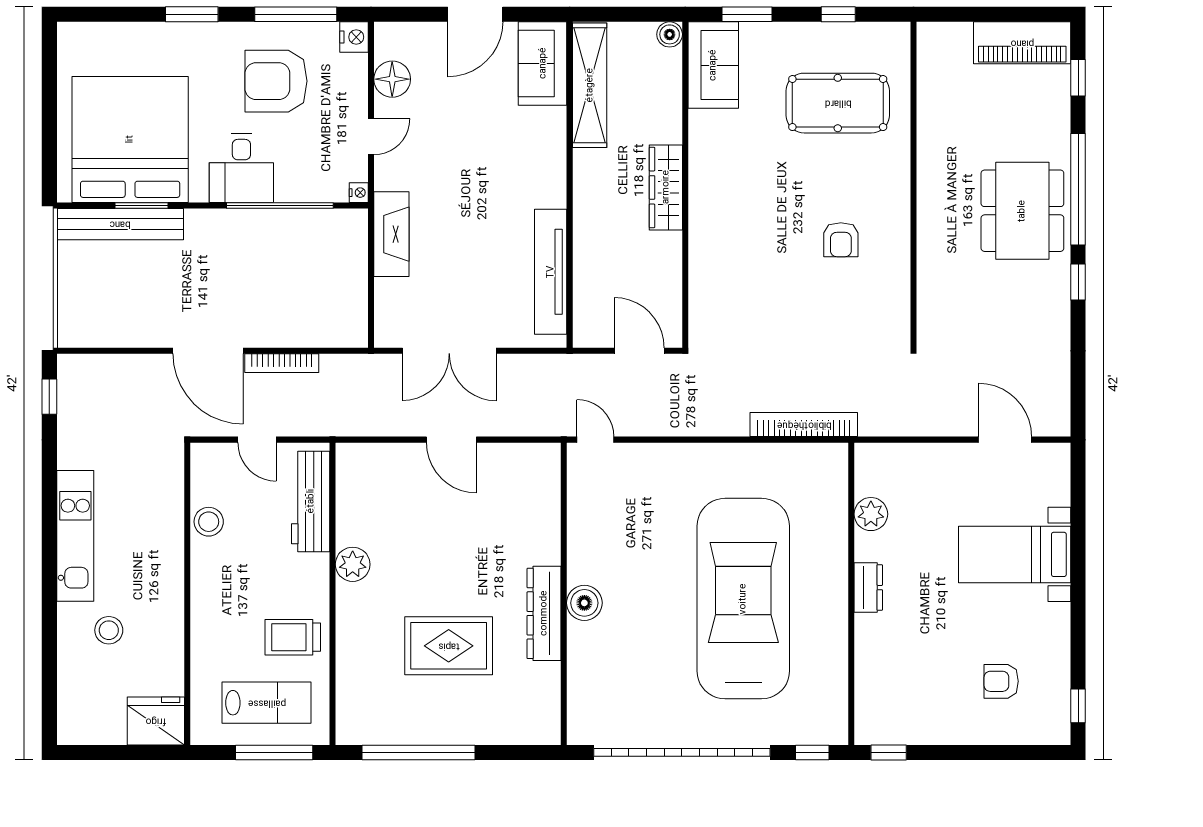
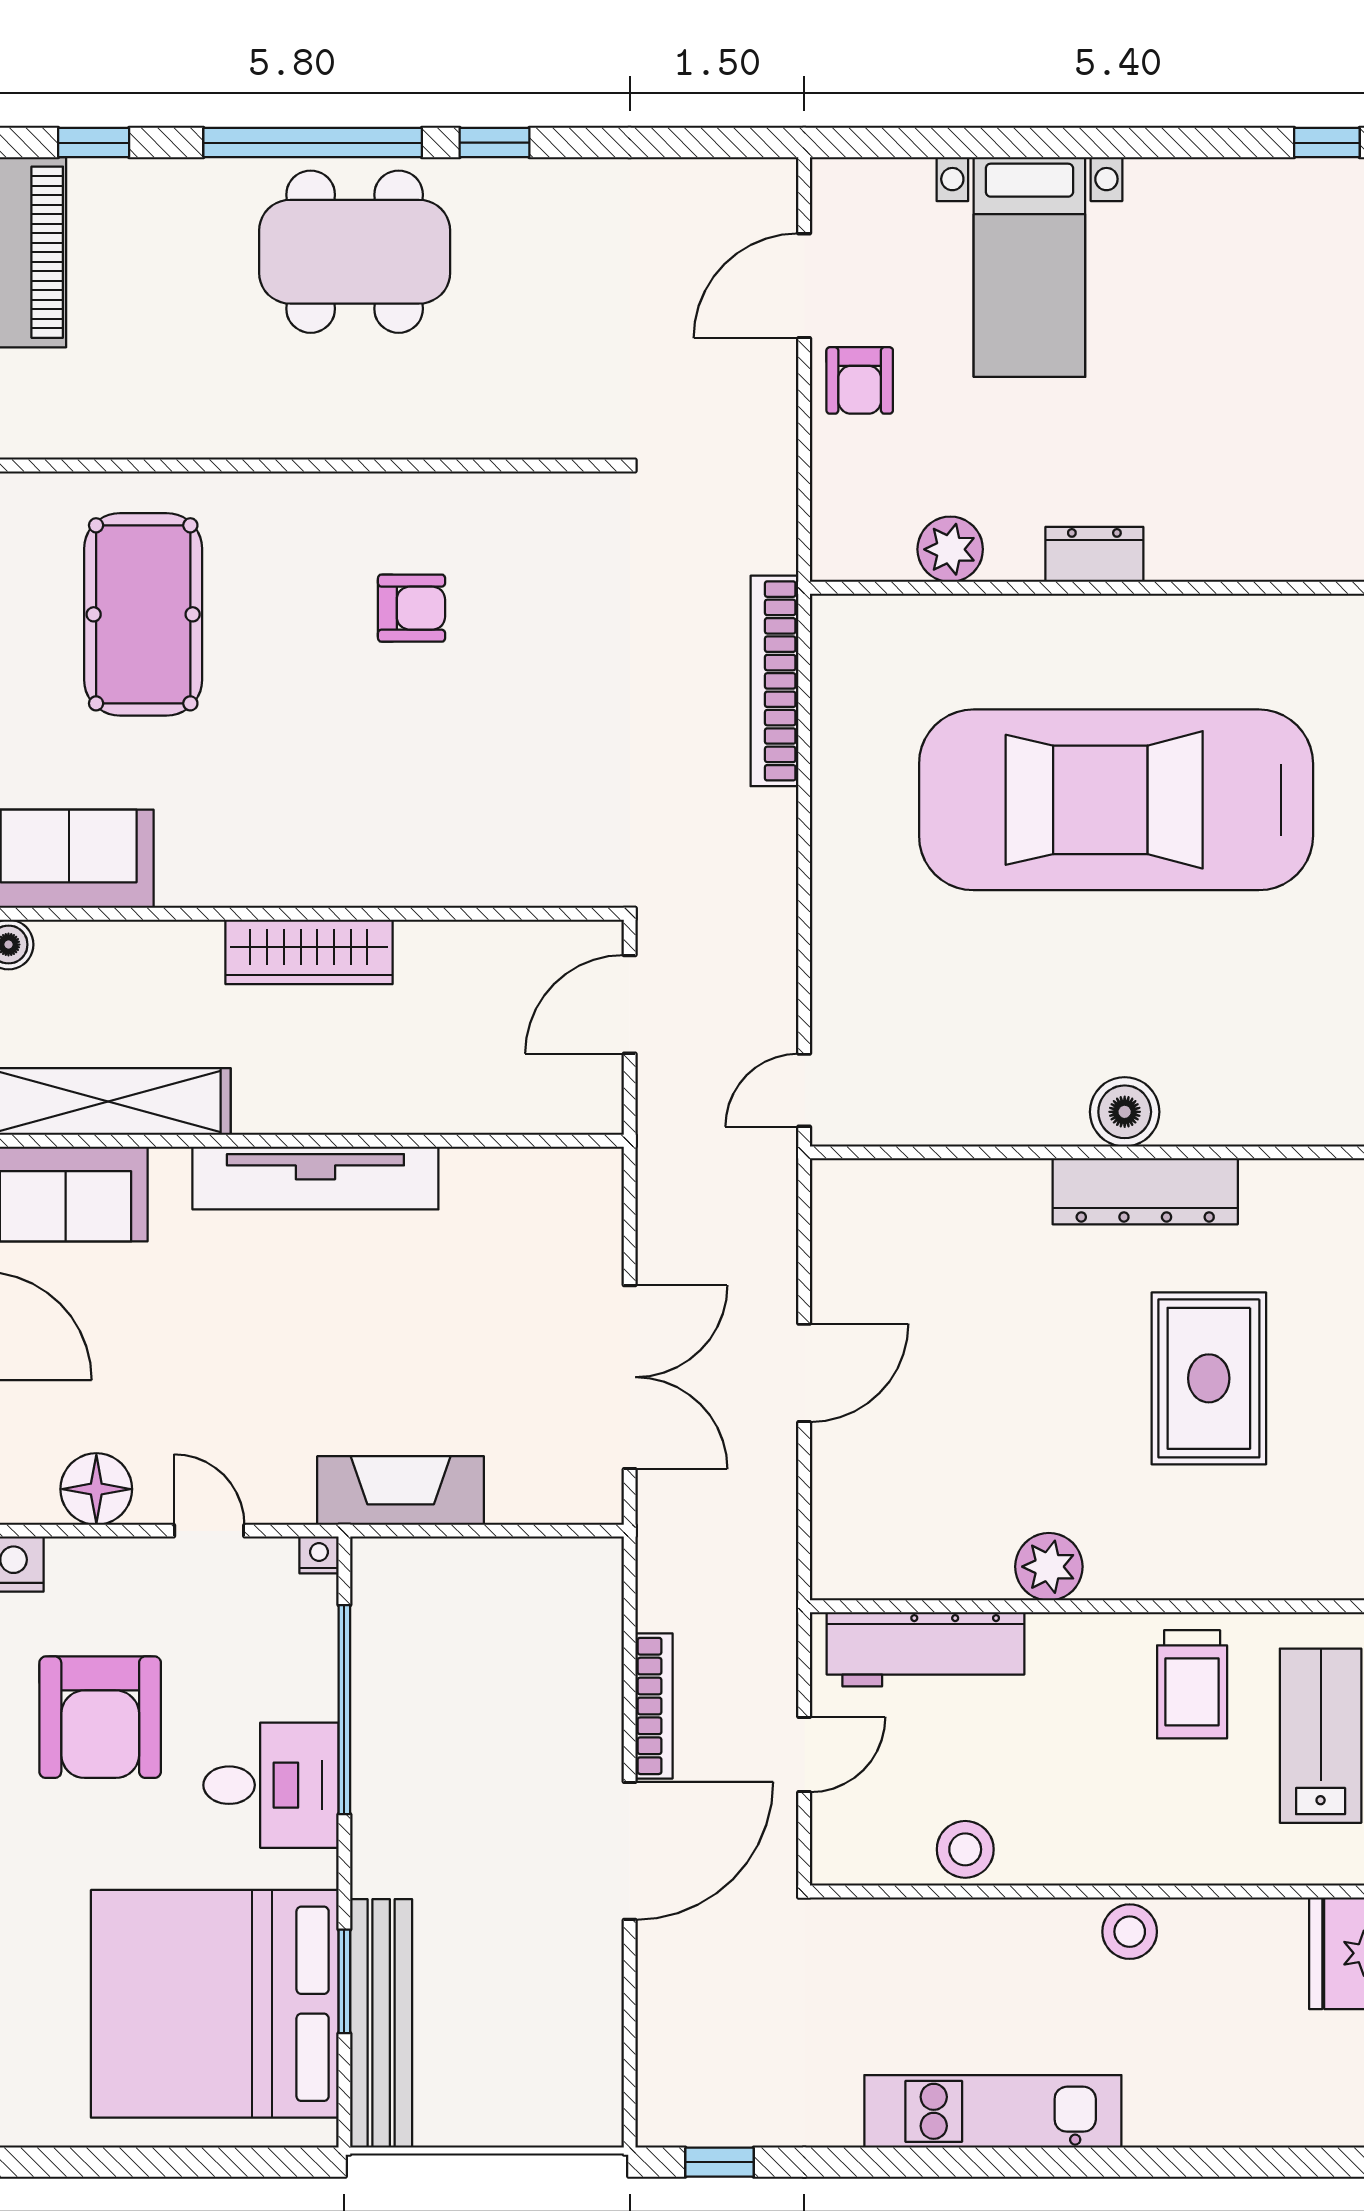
tv unit: (551, 272) -> (315, 1178), moved
stool: (109, 630) -> (1130, 1932), moved
armchair: (1001, 681) -> (860, 380), moved

